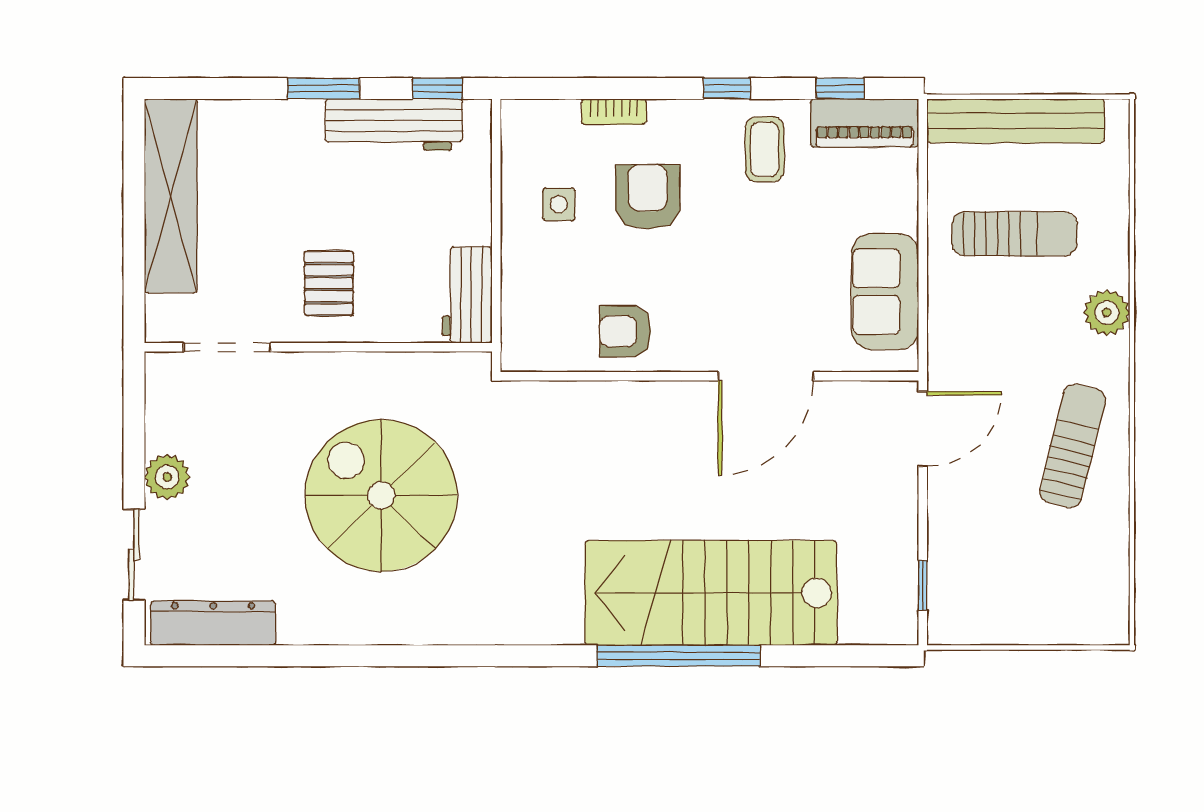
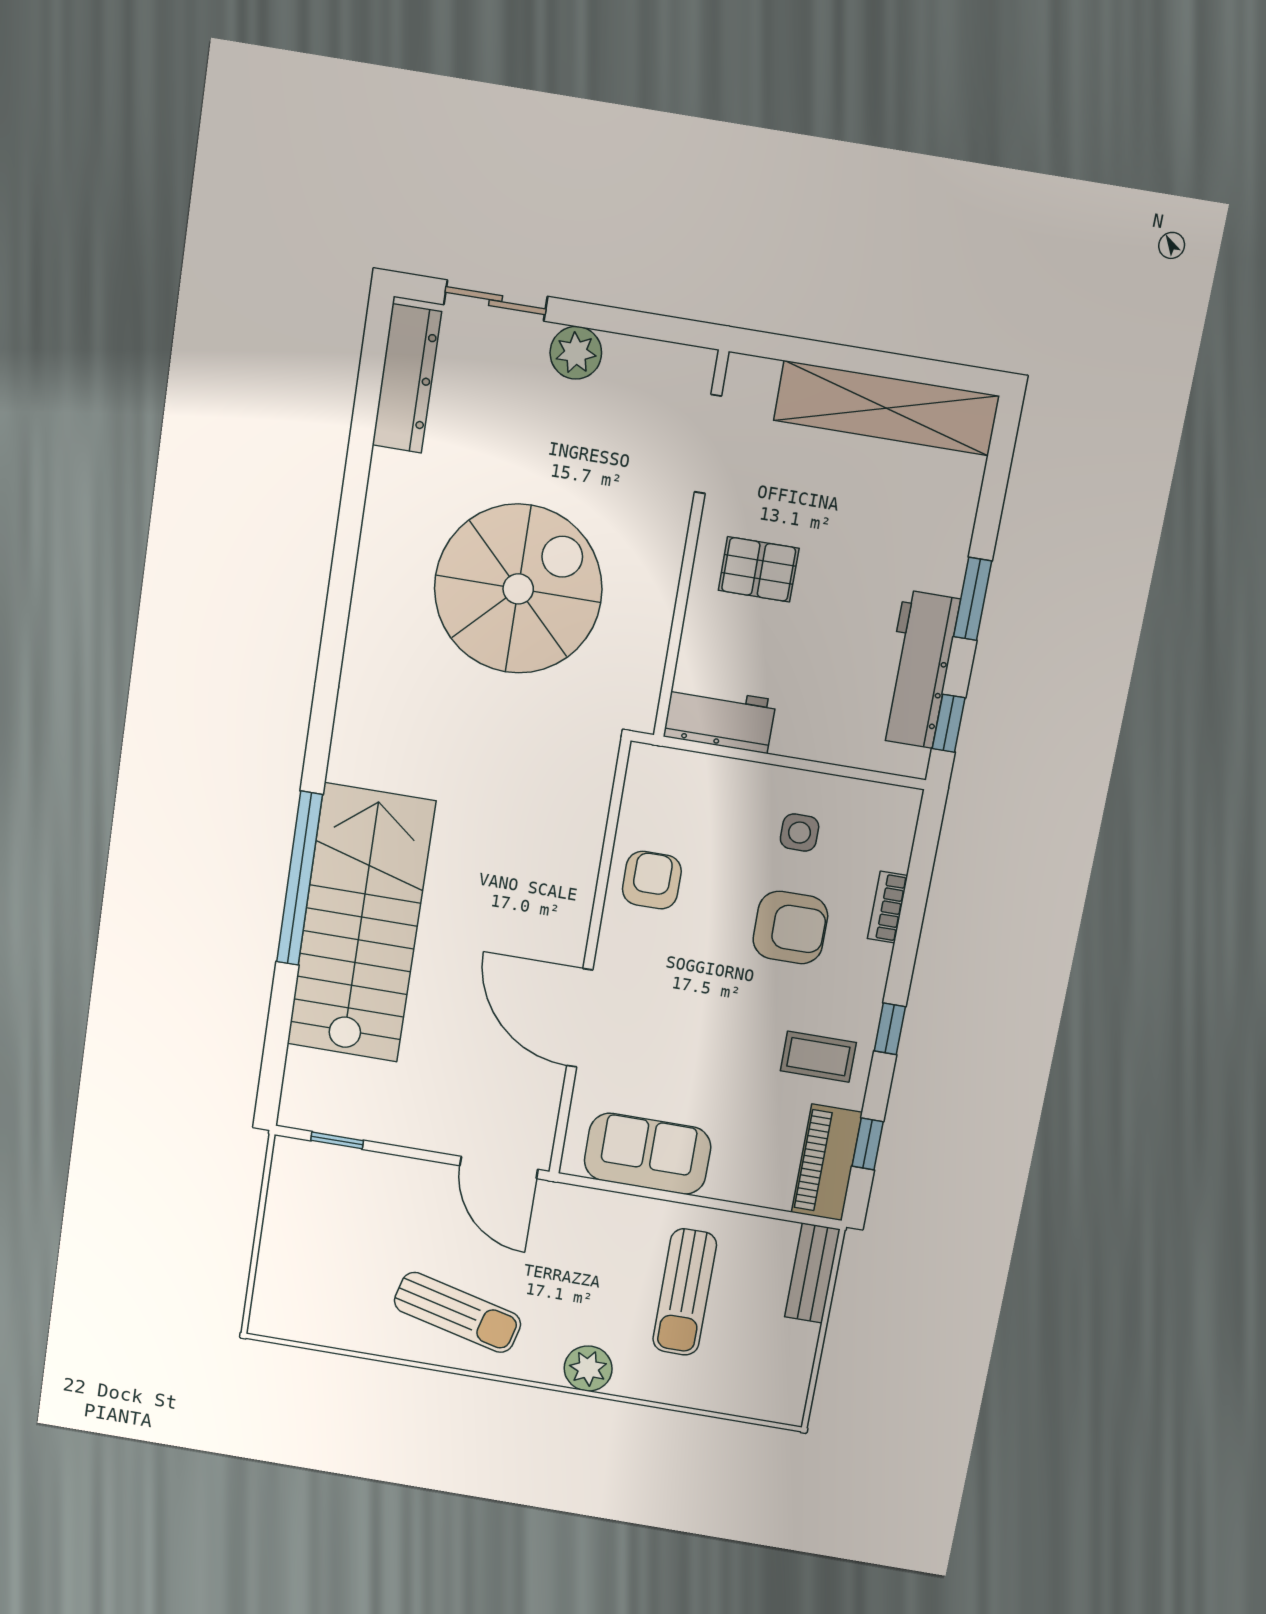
bench: (1016, 121) -> (812, 1273), width x0.54, depth x0.82

